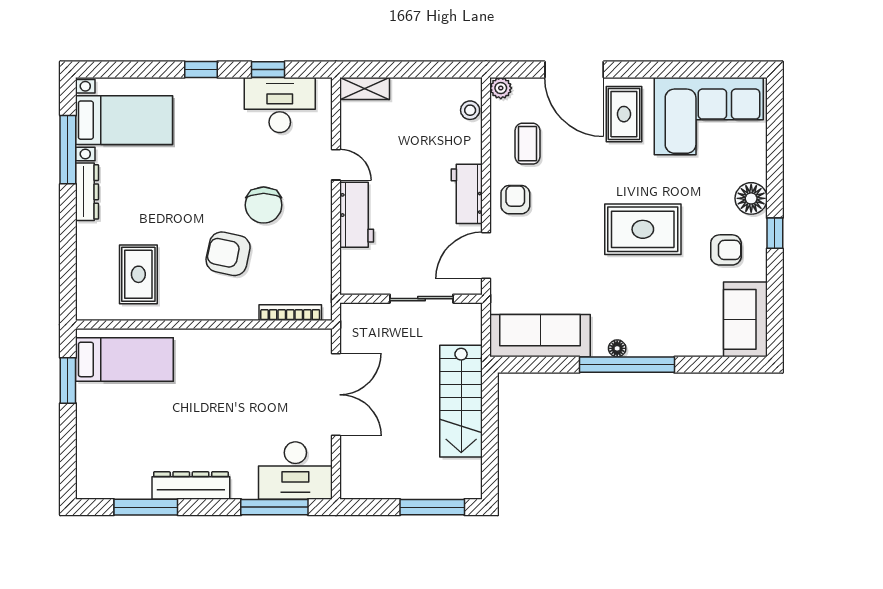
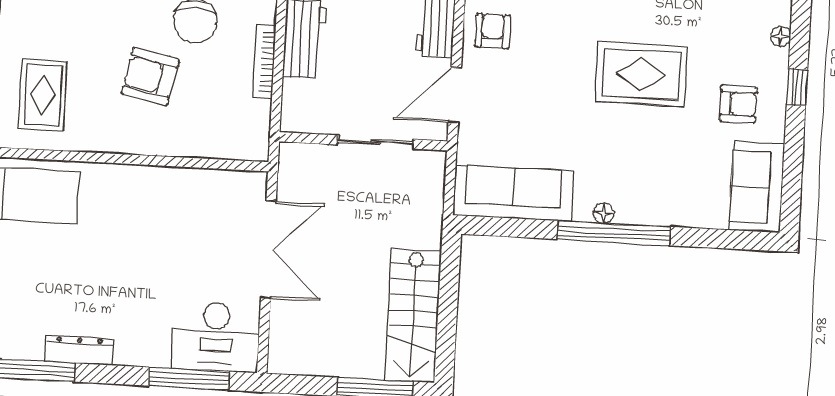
floor lamp: (751, 198) -> (781, 36), width x0.53, depth x0.53
bookcase: (290, 313) -> (265, 62), moved, turned -90
stairs: (461, 401) -> (413, 315), moved
dresser: (191, 486) -> (79, 350), width x0.73, depth x0.80

